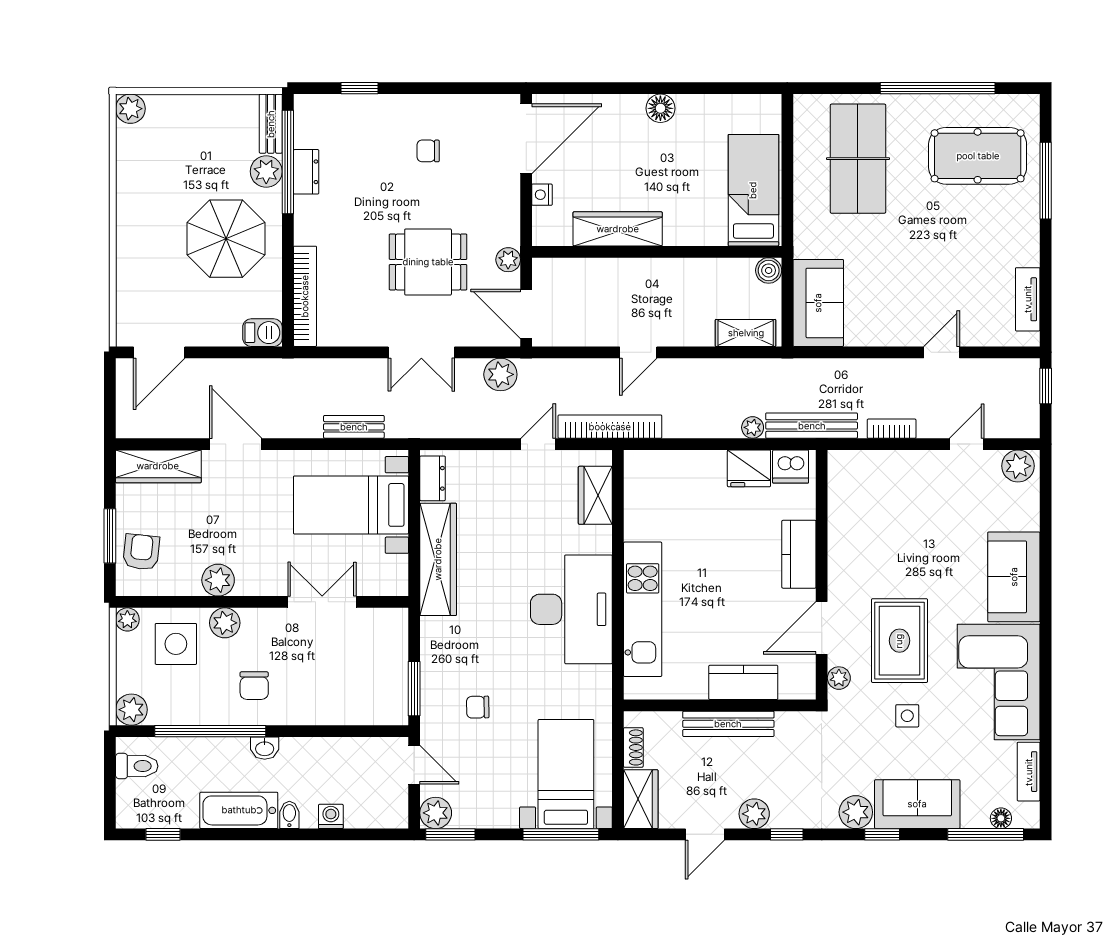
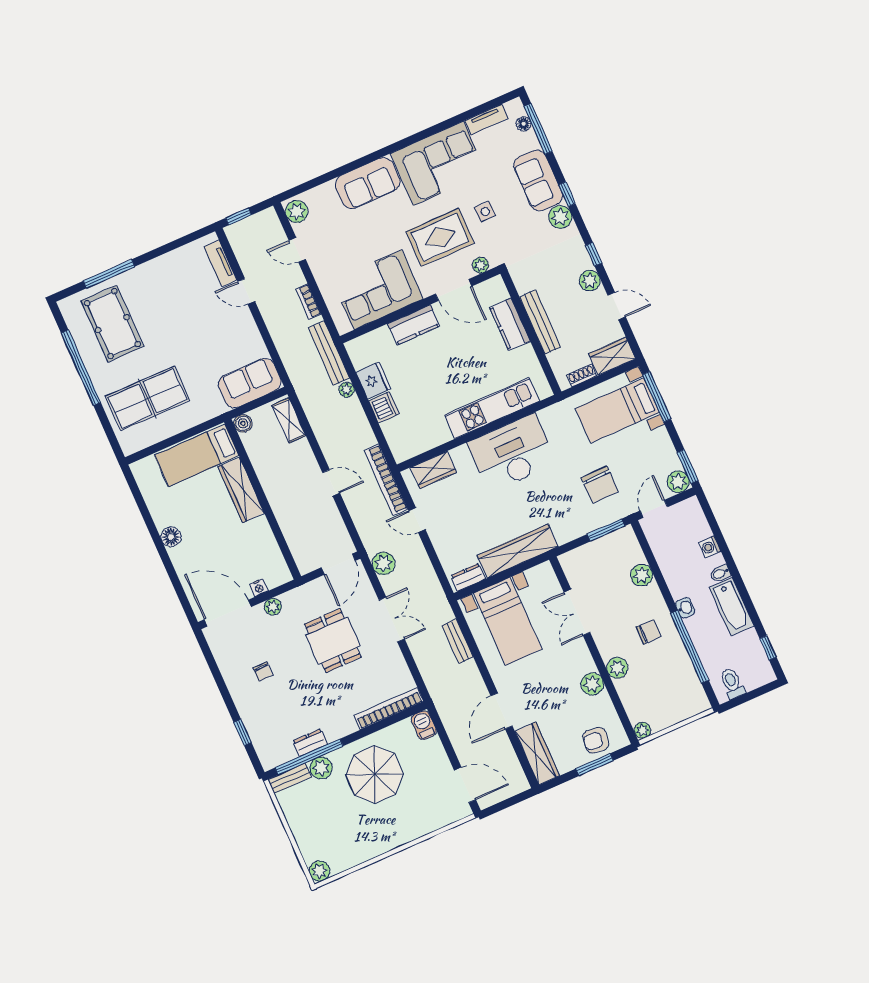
wardrobe: (618, 229) -> (241, 490), moved
plant: (508, 260) -> (273, 607), moved
tv unit: (1028, 299) -> (220, 263), moved, turned 90
dishwasher: (791, 467) -> (384, 407), moved
corner sofa: (867, 528) -> (378, 290), added
side table: (176, 644) -> (644, 693), removed
chair: (478, 707) -> (600, 485), width x1.87, depth x1.87
plant: (131, 710) -> (642, 575), moved

